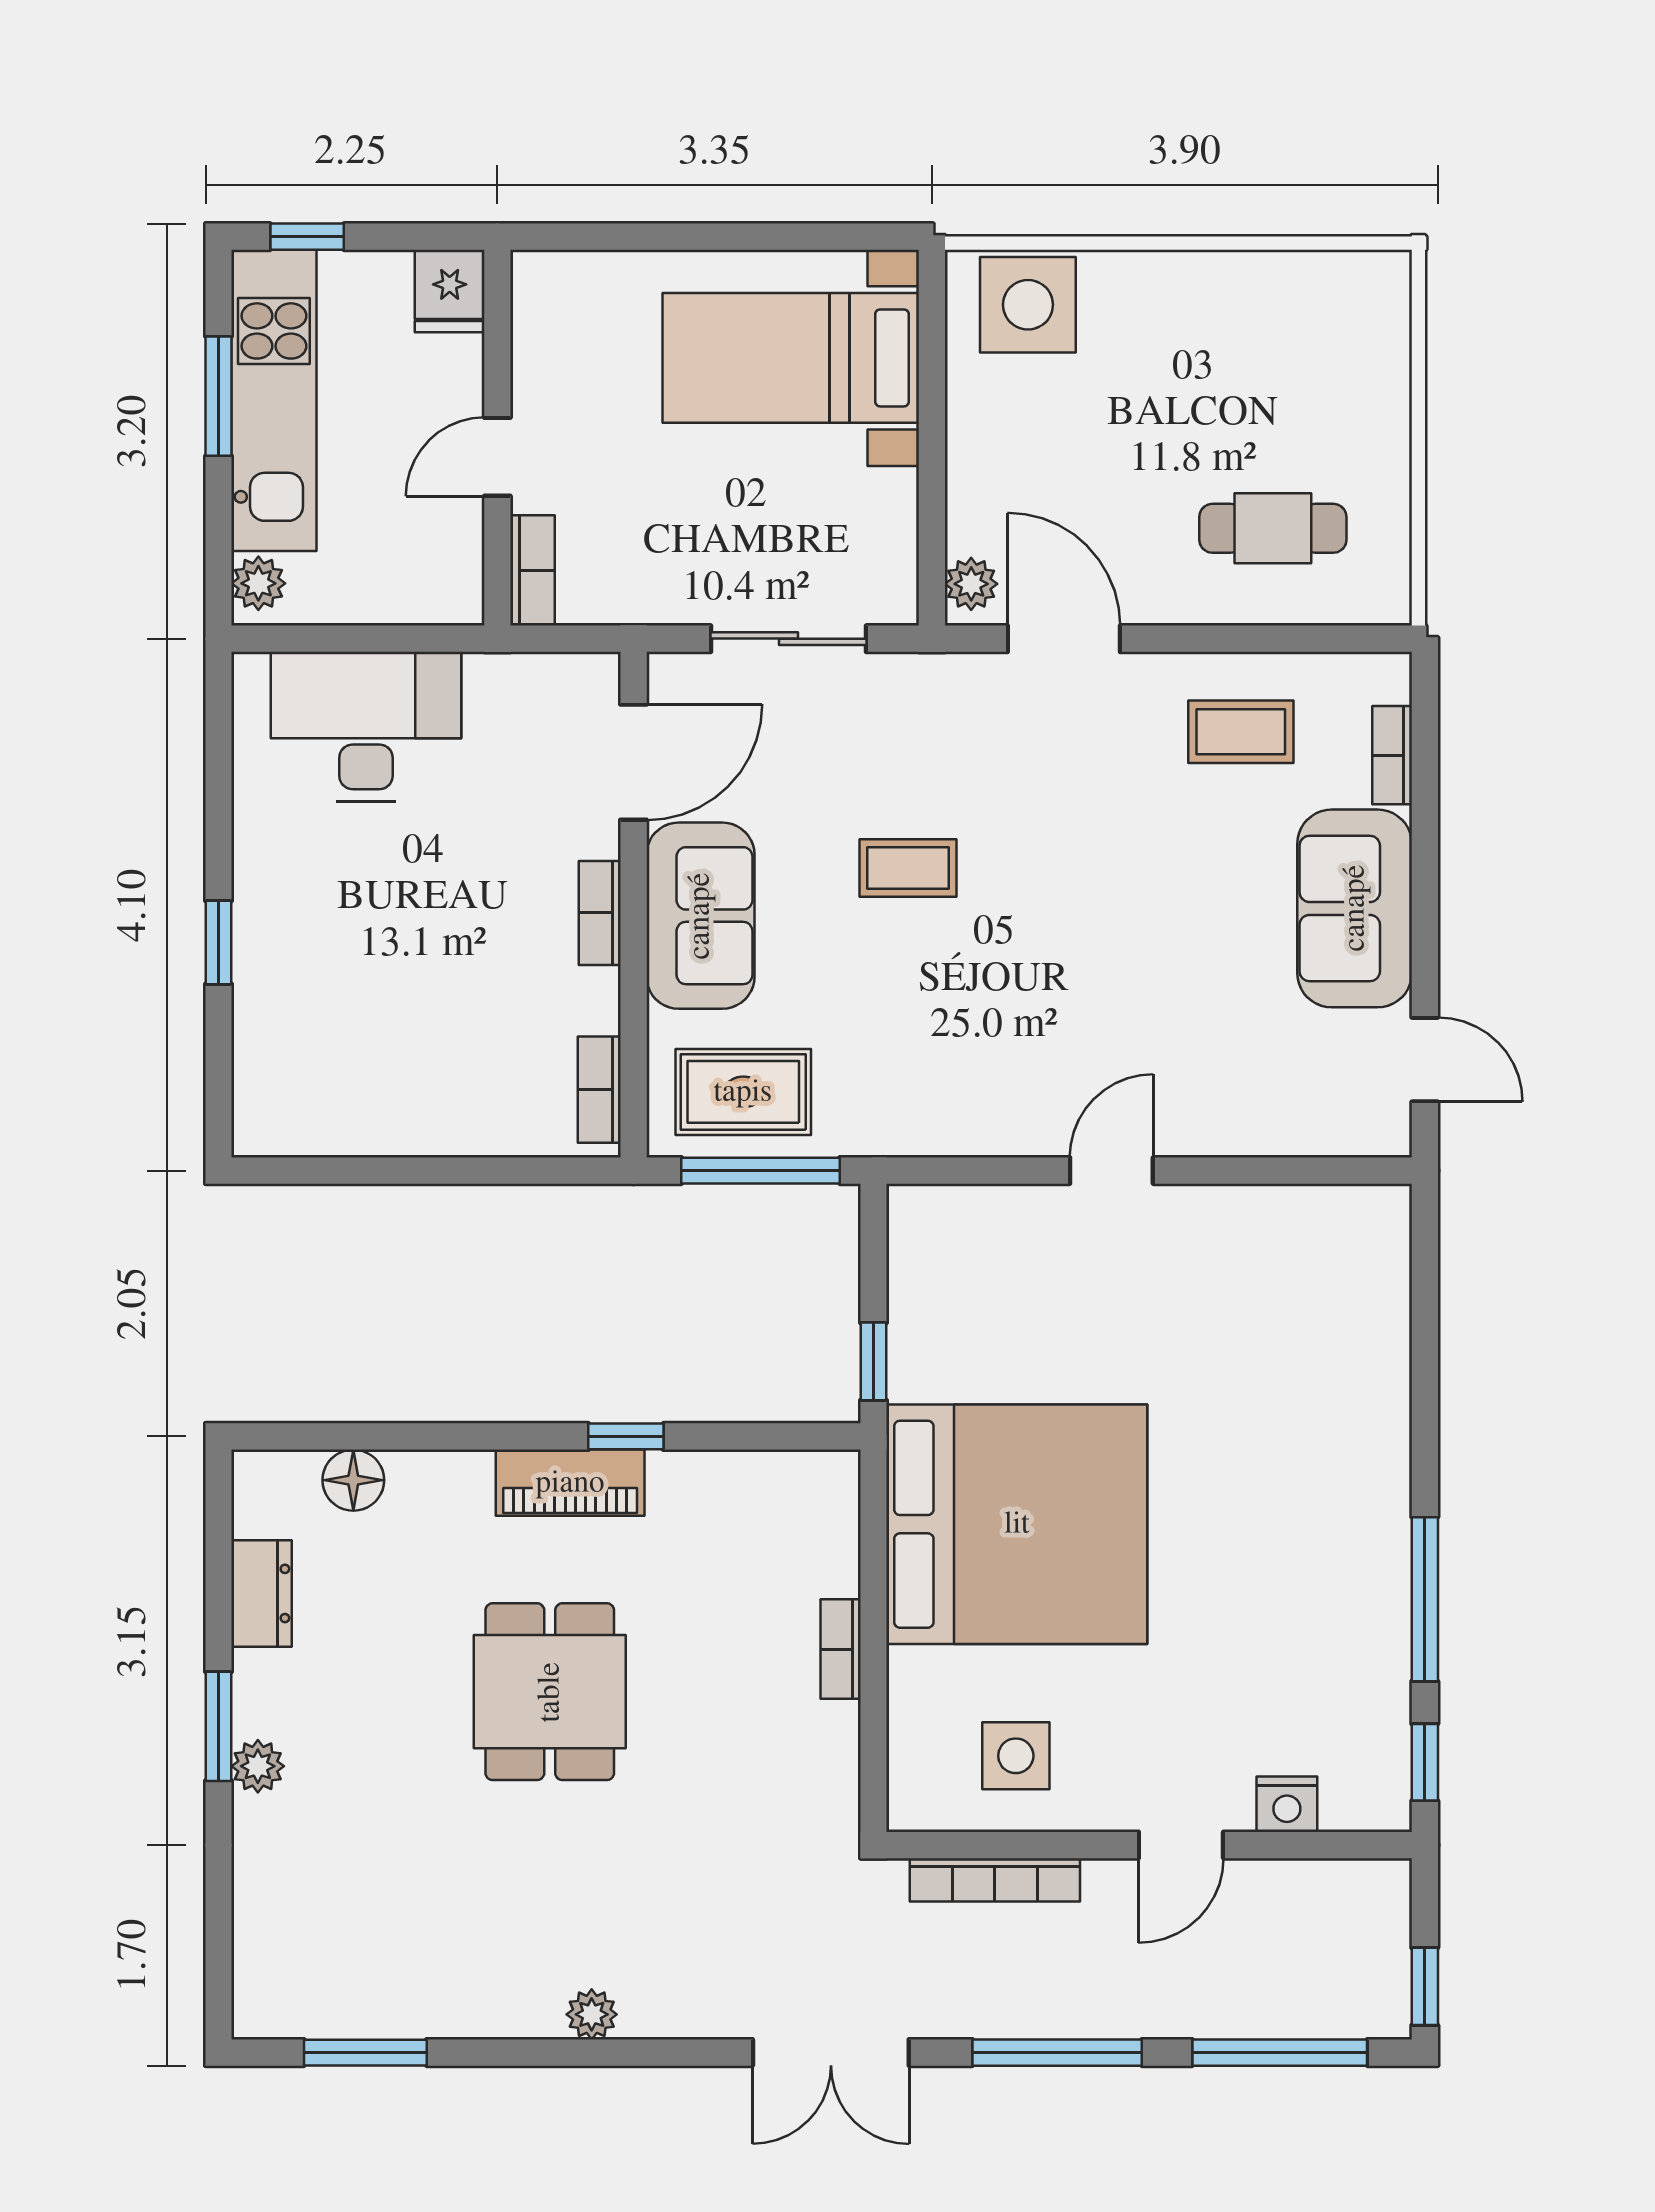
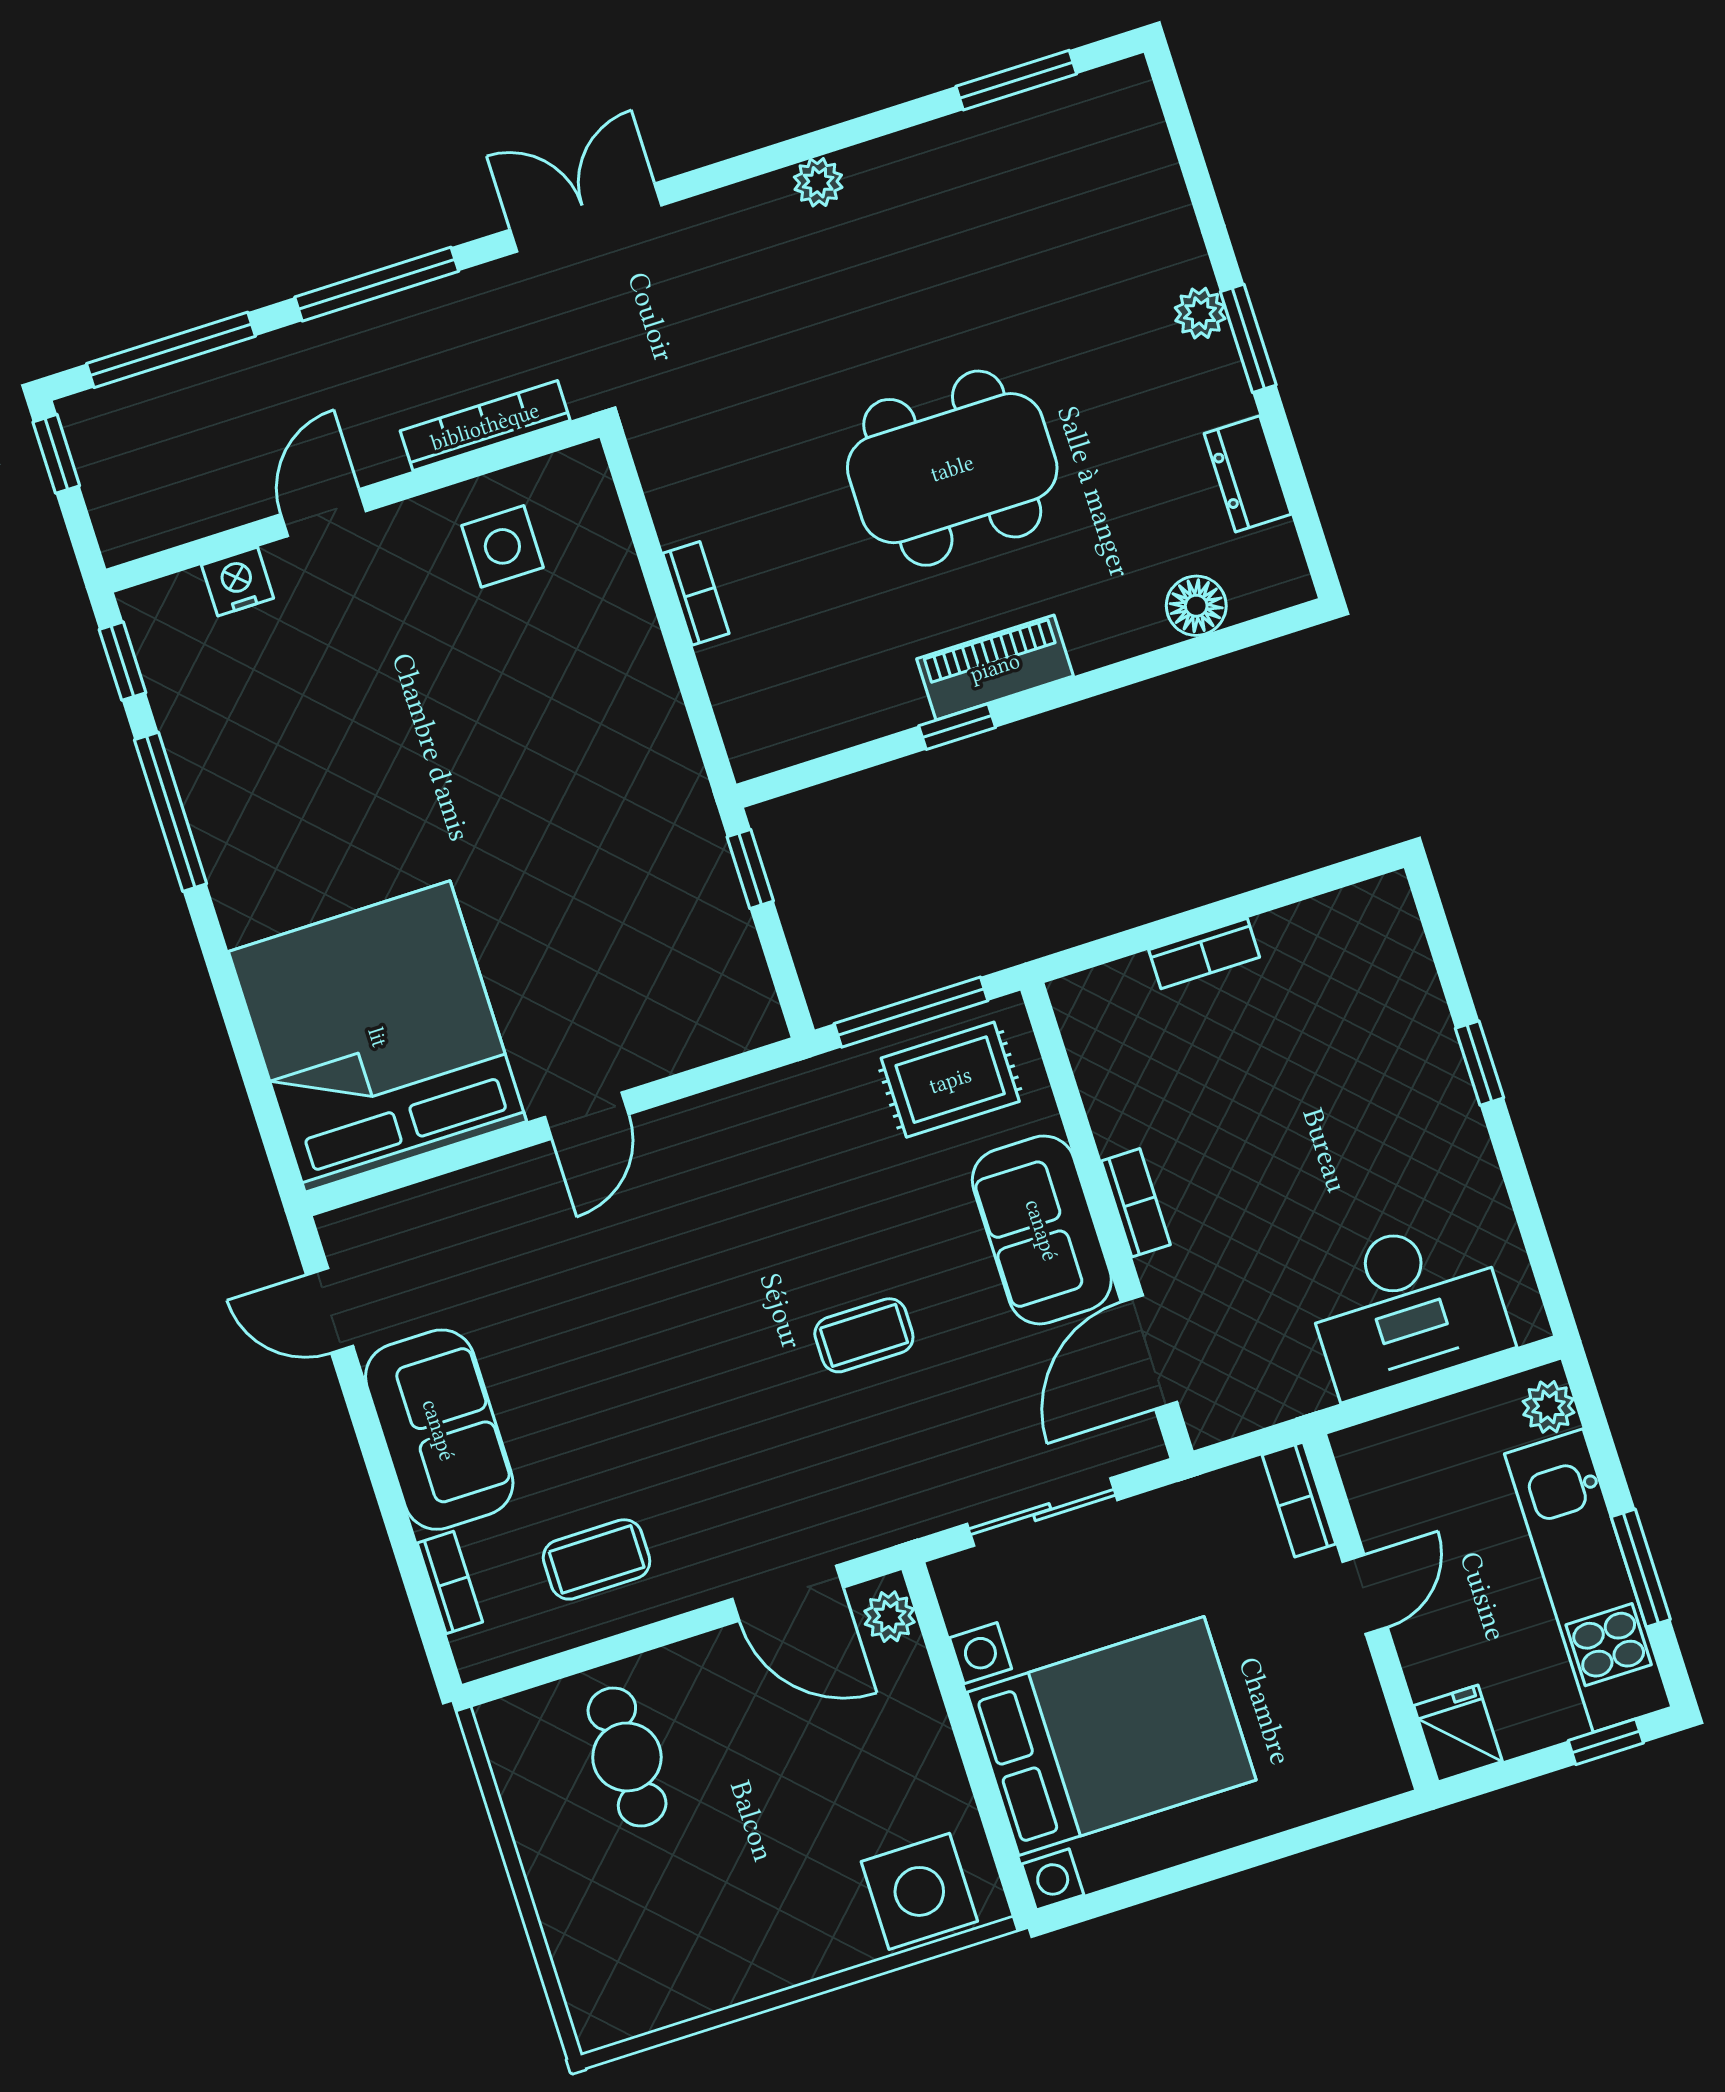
bed with nightstands: (791, 358) -> (1111, 1736), width x1.36
cafe table: (1273, 528) -> (627, 1757), turned 90
bookcase: (599, 1090) -> (1204, 953), moved, turned 90
bed: (1017, 1524) -> (378, 1037), moved, turned 90
dining table: (550, 1692) -> (952, 468), width x1.38

